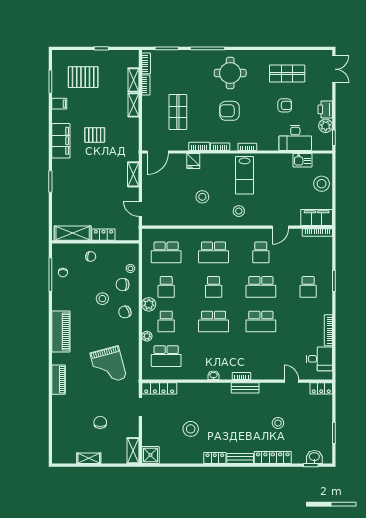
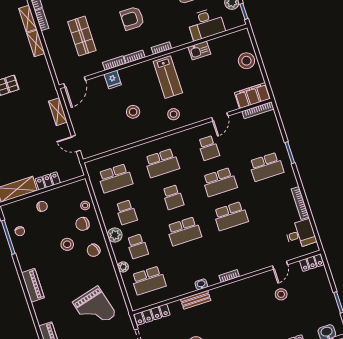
kitchen sink: (302, 160) -> (199, 50), moved
school desk: (308, 287) -> (266, 167), width x1.85
piano: (61, 332) -> (33, 285), width x0.73, depth x0.75
door: (291, 381) -> (280, 265), swing flipped
bench: (245, 388) -> (196, 300), moved
stool: (278, 423) -> (281, 294), moved

